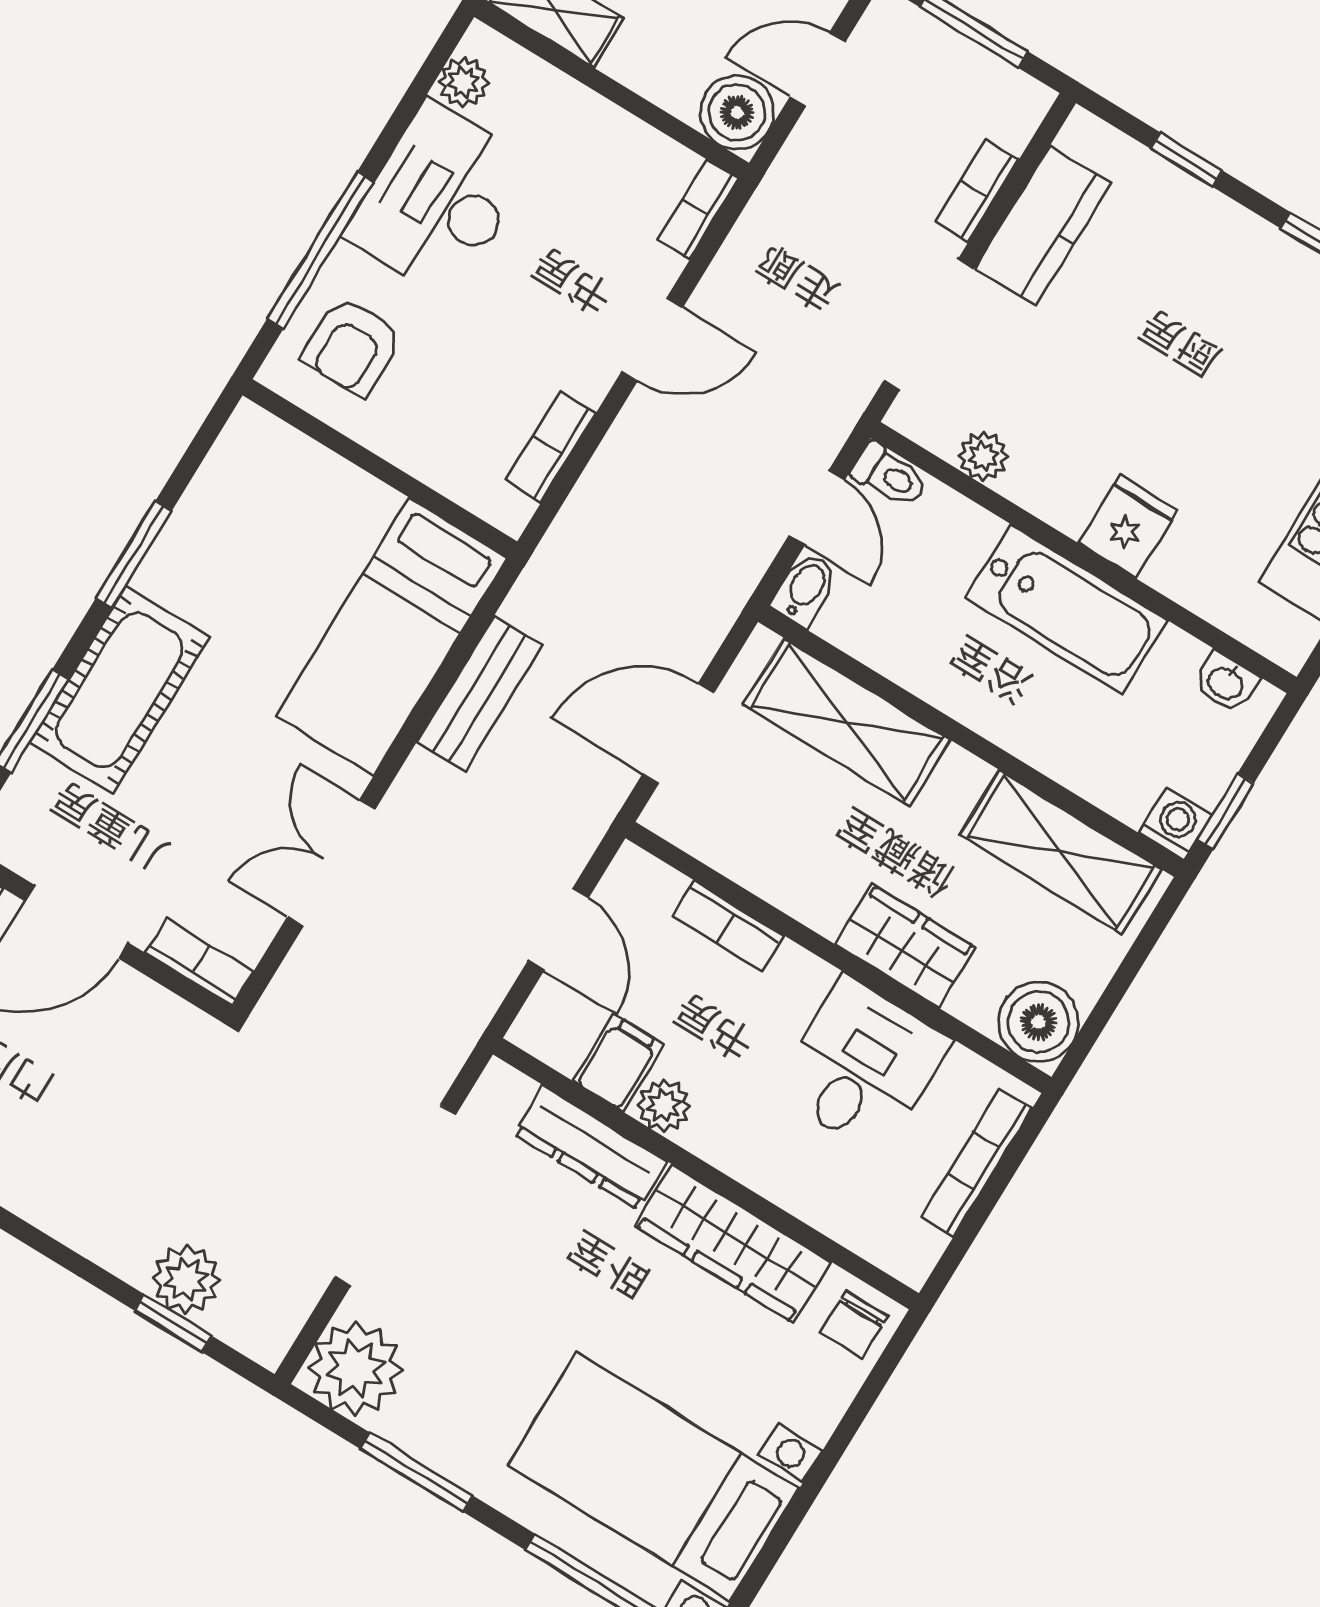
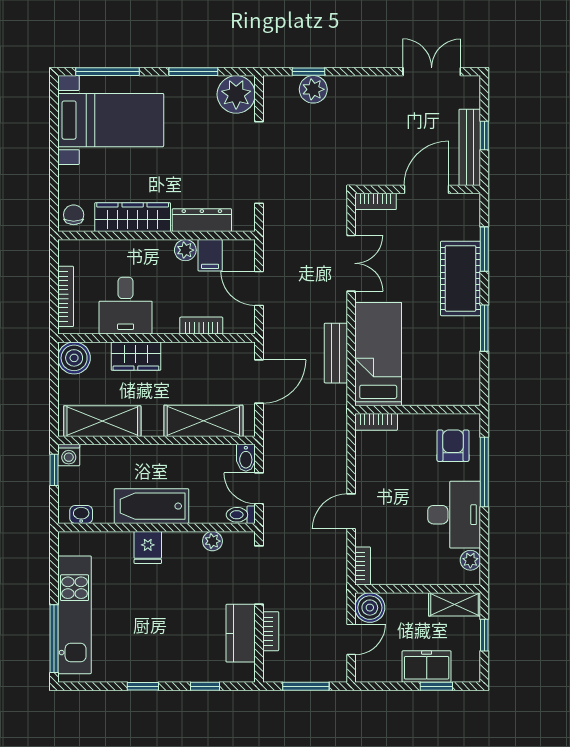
bookcase: (551, 447) -> (376, 422), moved, turned 90

